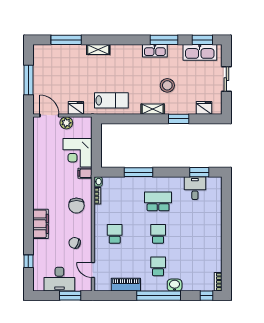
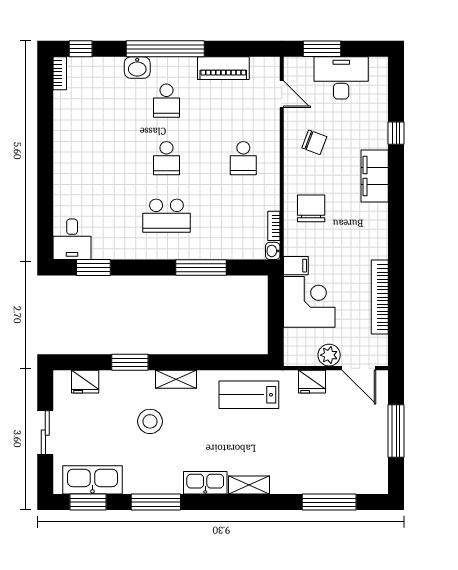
shelving: (98, 49) -> (249, 485), moved
kitchen sink: (155, 51) -> (205, 483), moved
bookcase: (38, 156) -> (380, 297), added
desk: (195, 188) -> (72, 239), moved
window: (28, 261) -> (396, 133), moved

